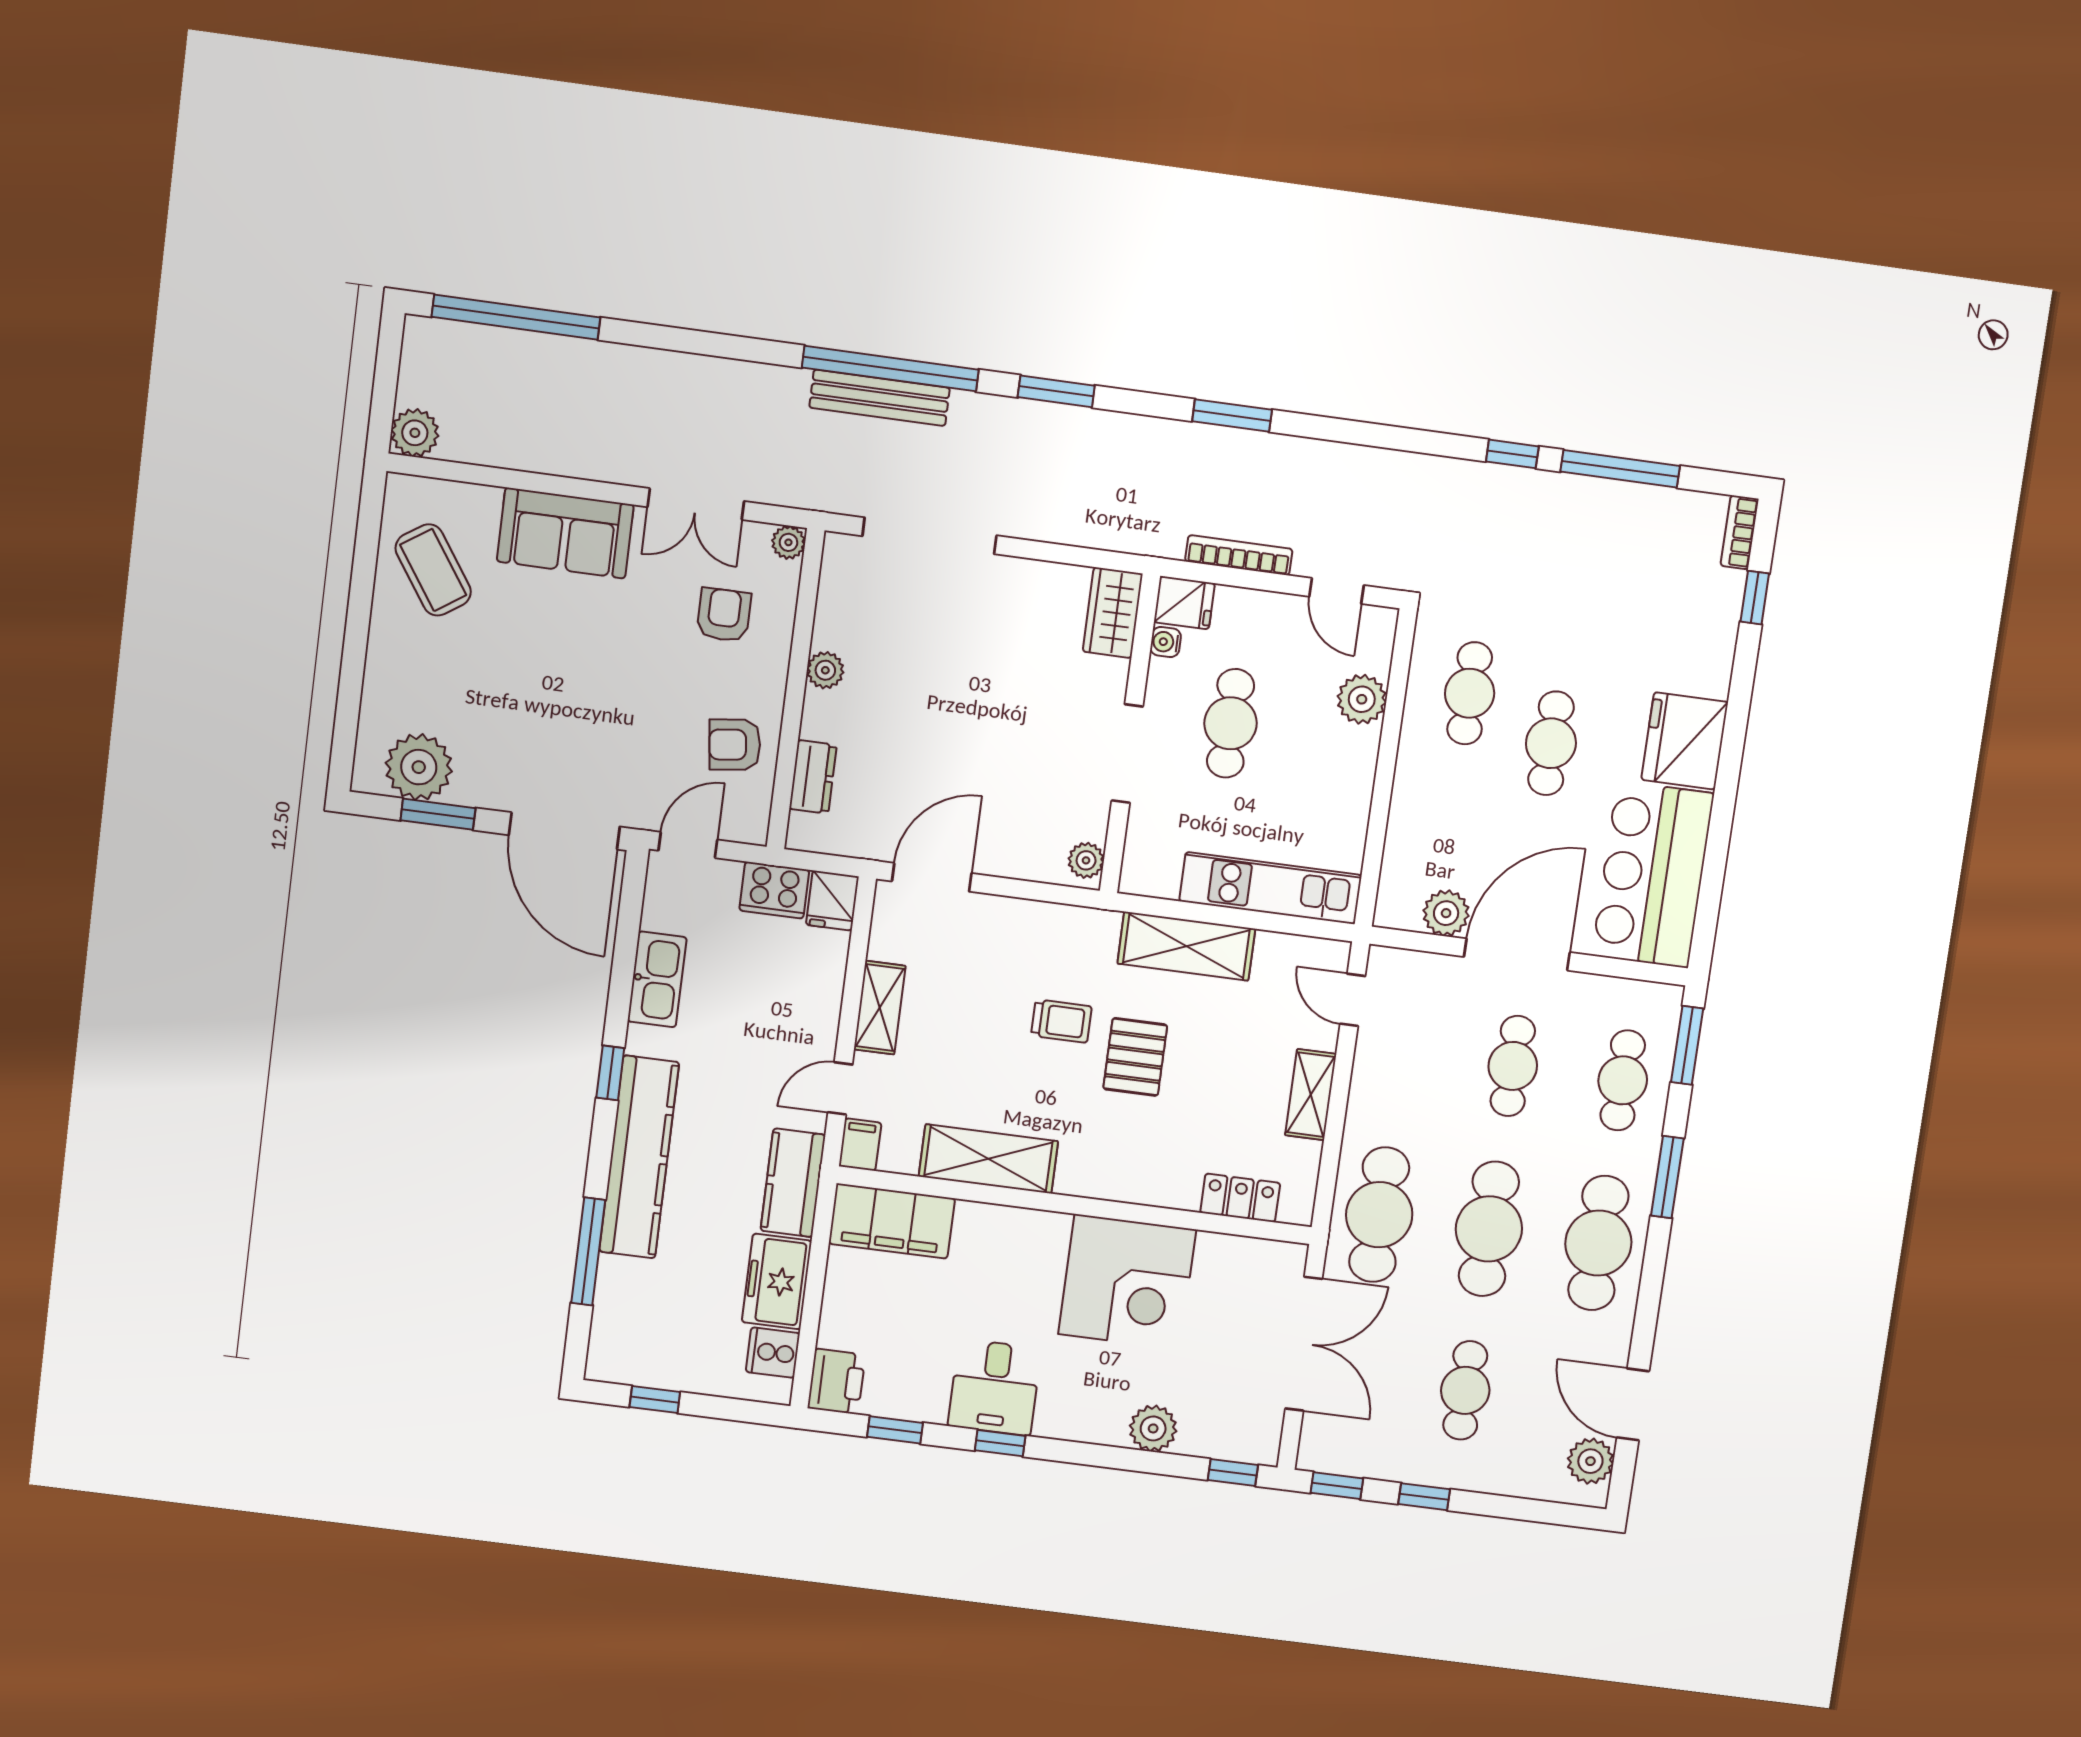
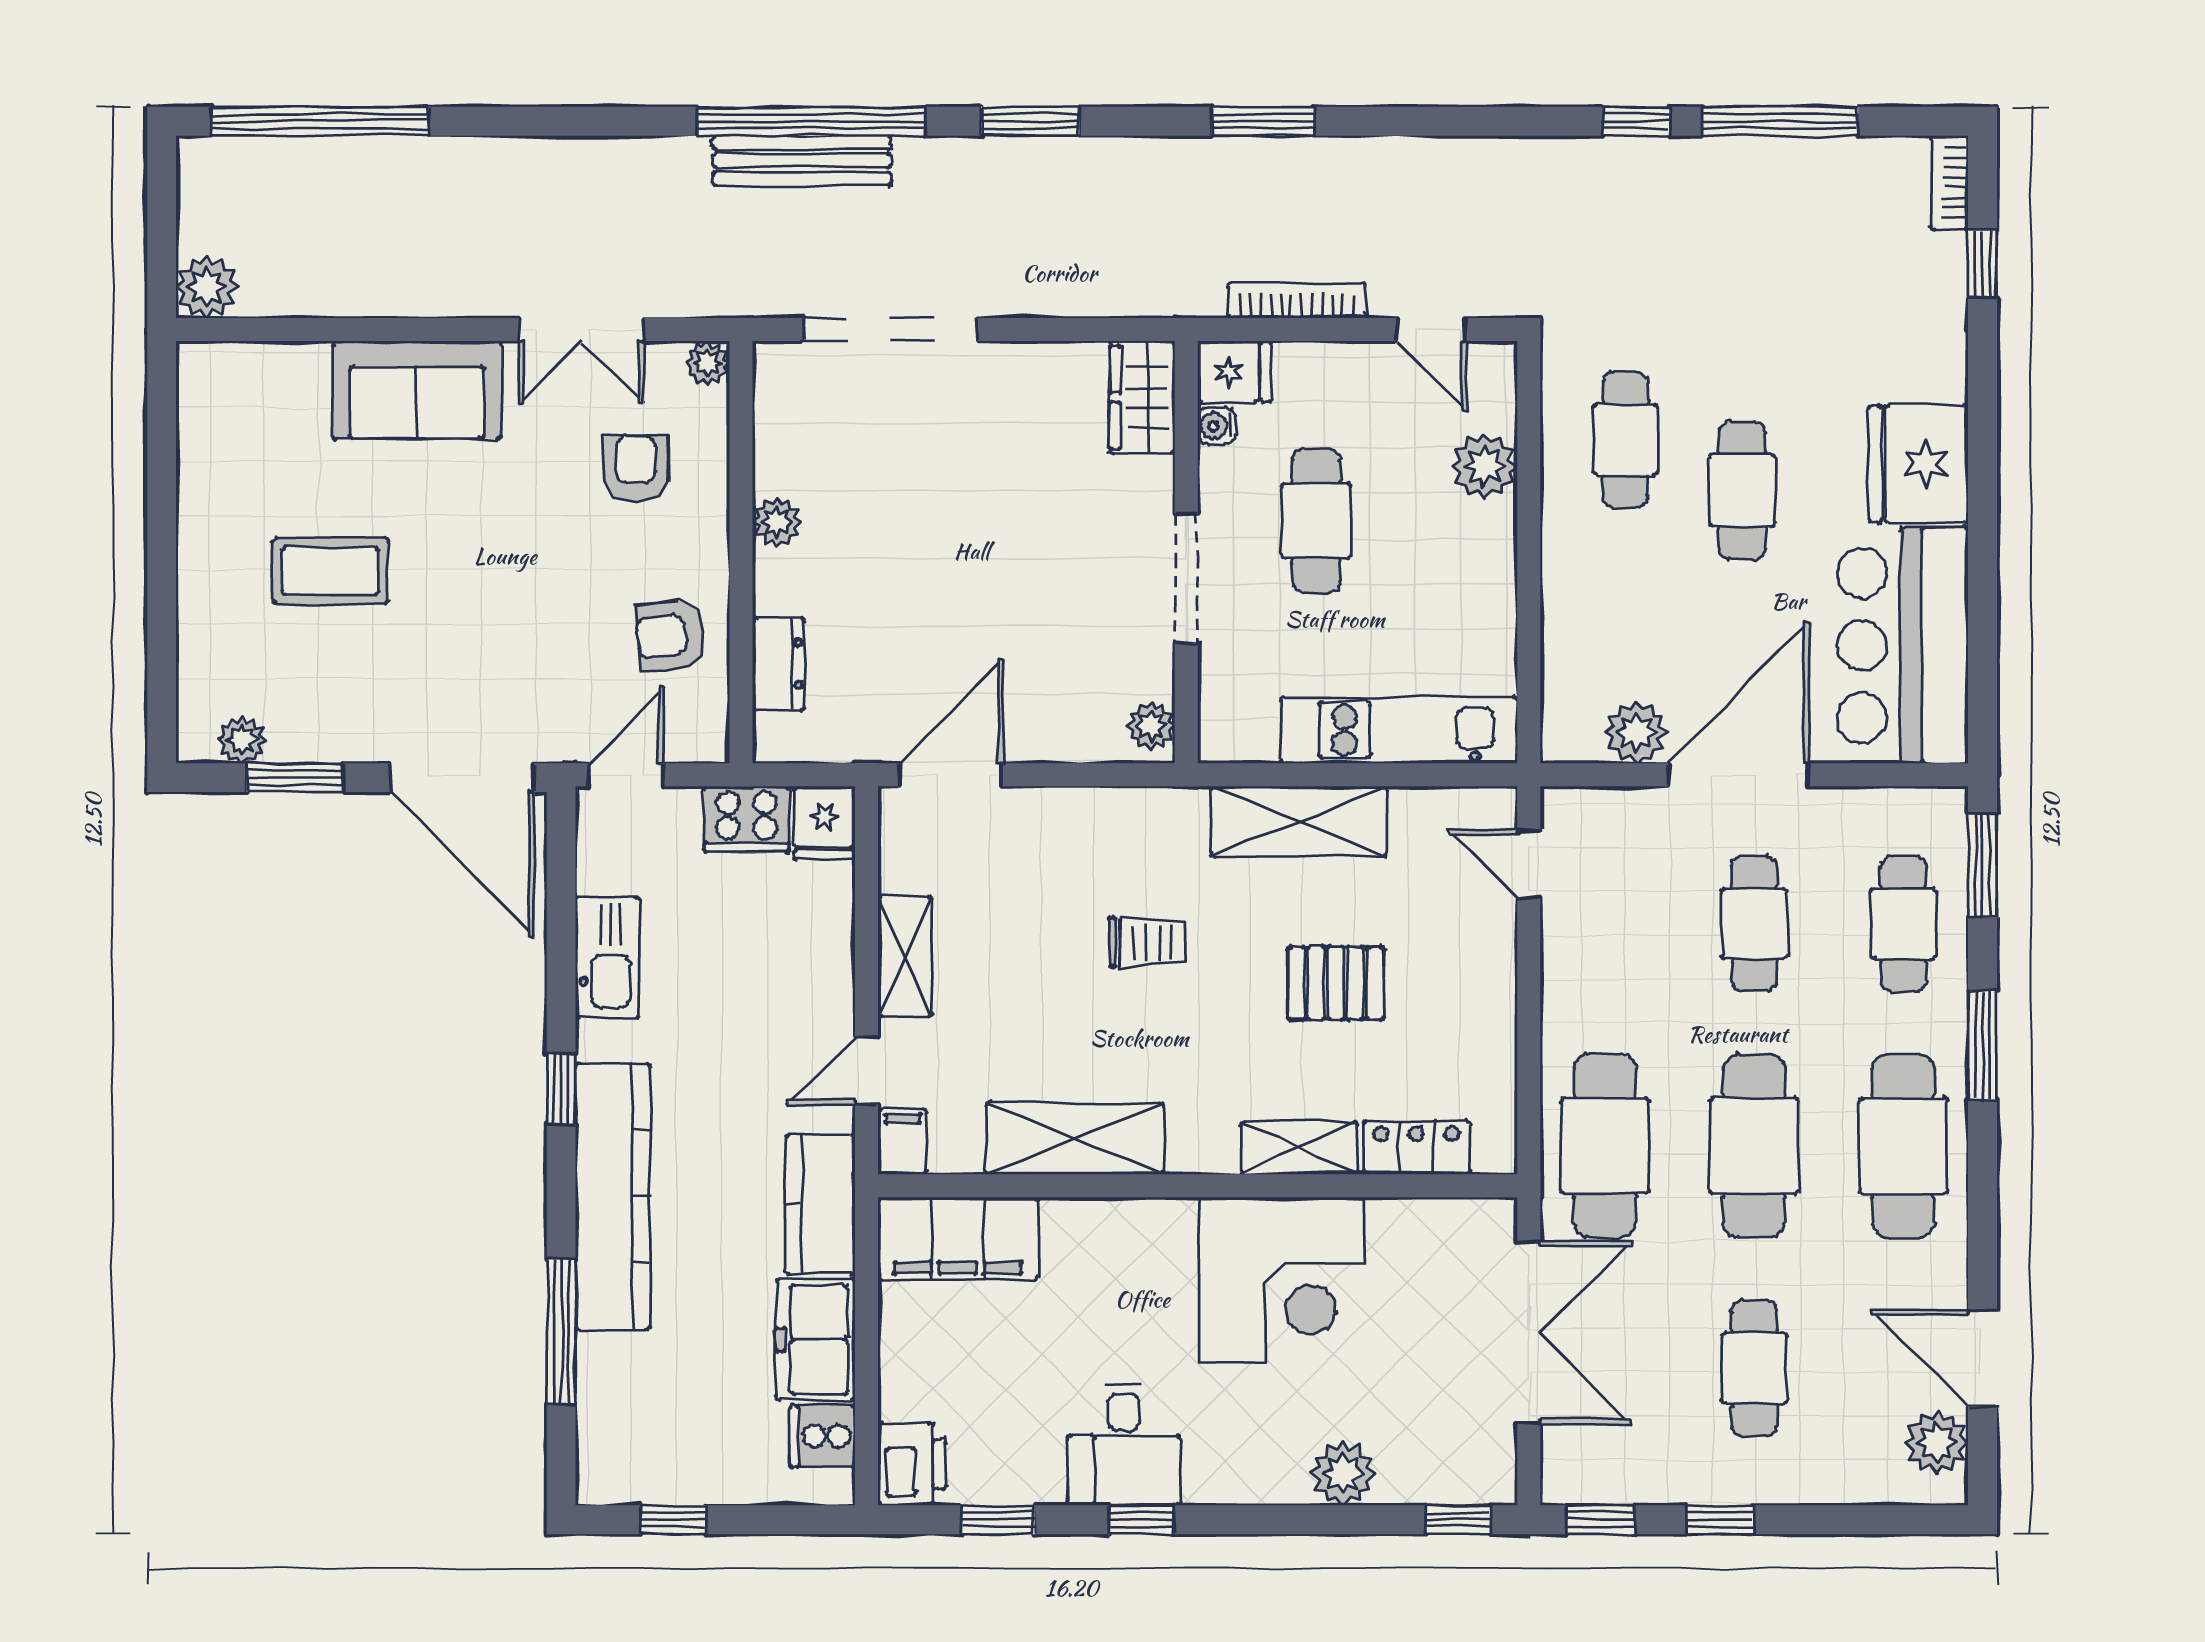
coffee table: (433, 570) -> (330, 571), moved, turned -56
plant: (419, 767) -> (242, 740), width x0.53, depth x0.53
pallet: (1135, 1057) -> (1336, 983), moved, turned 90
shelving: (1311, 1095) -> (1300, 1148), moved, turned 90

